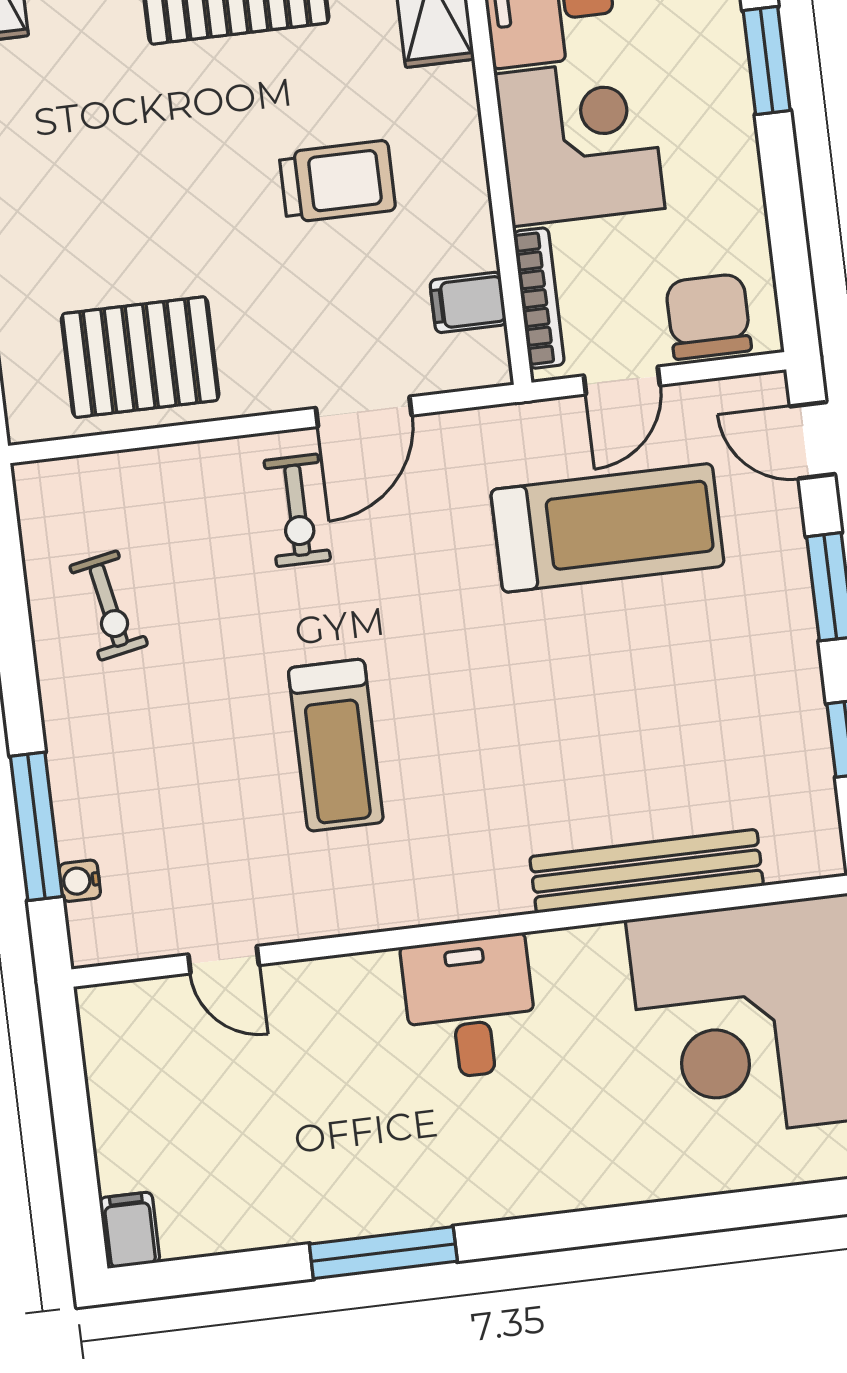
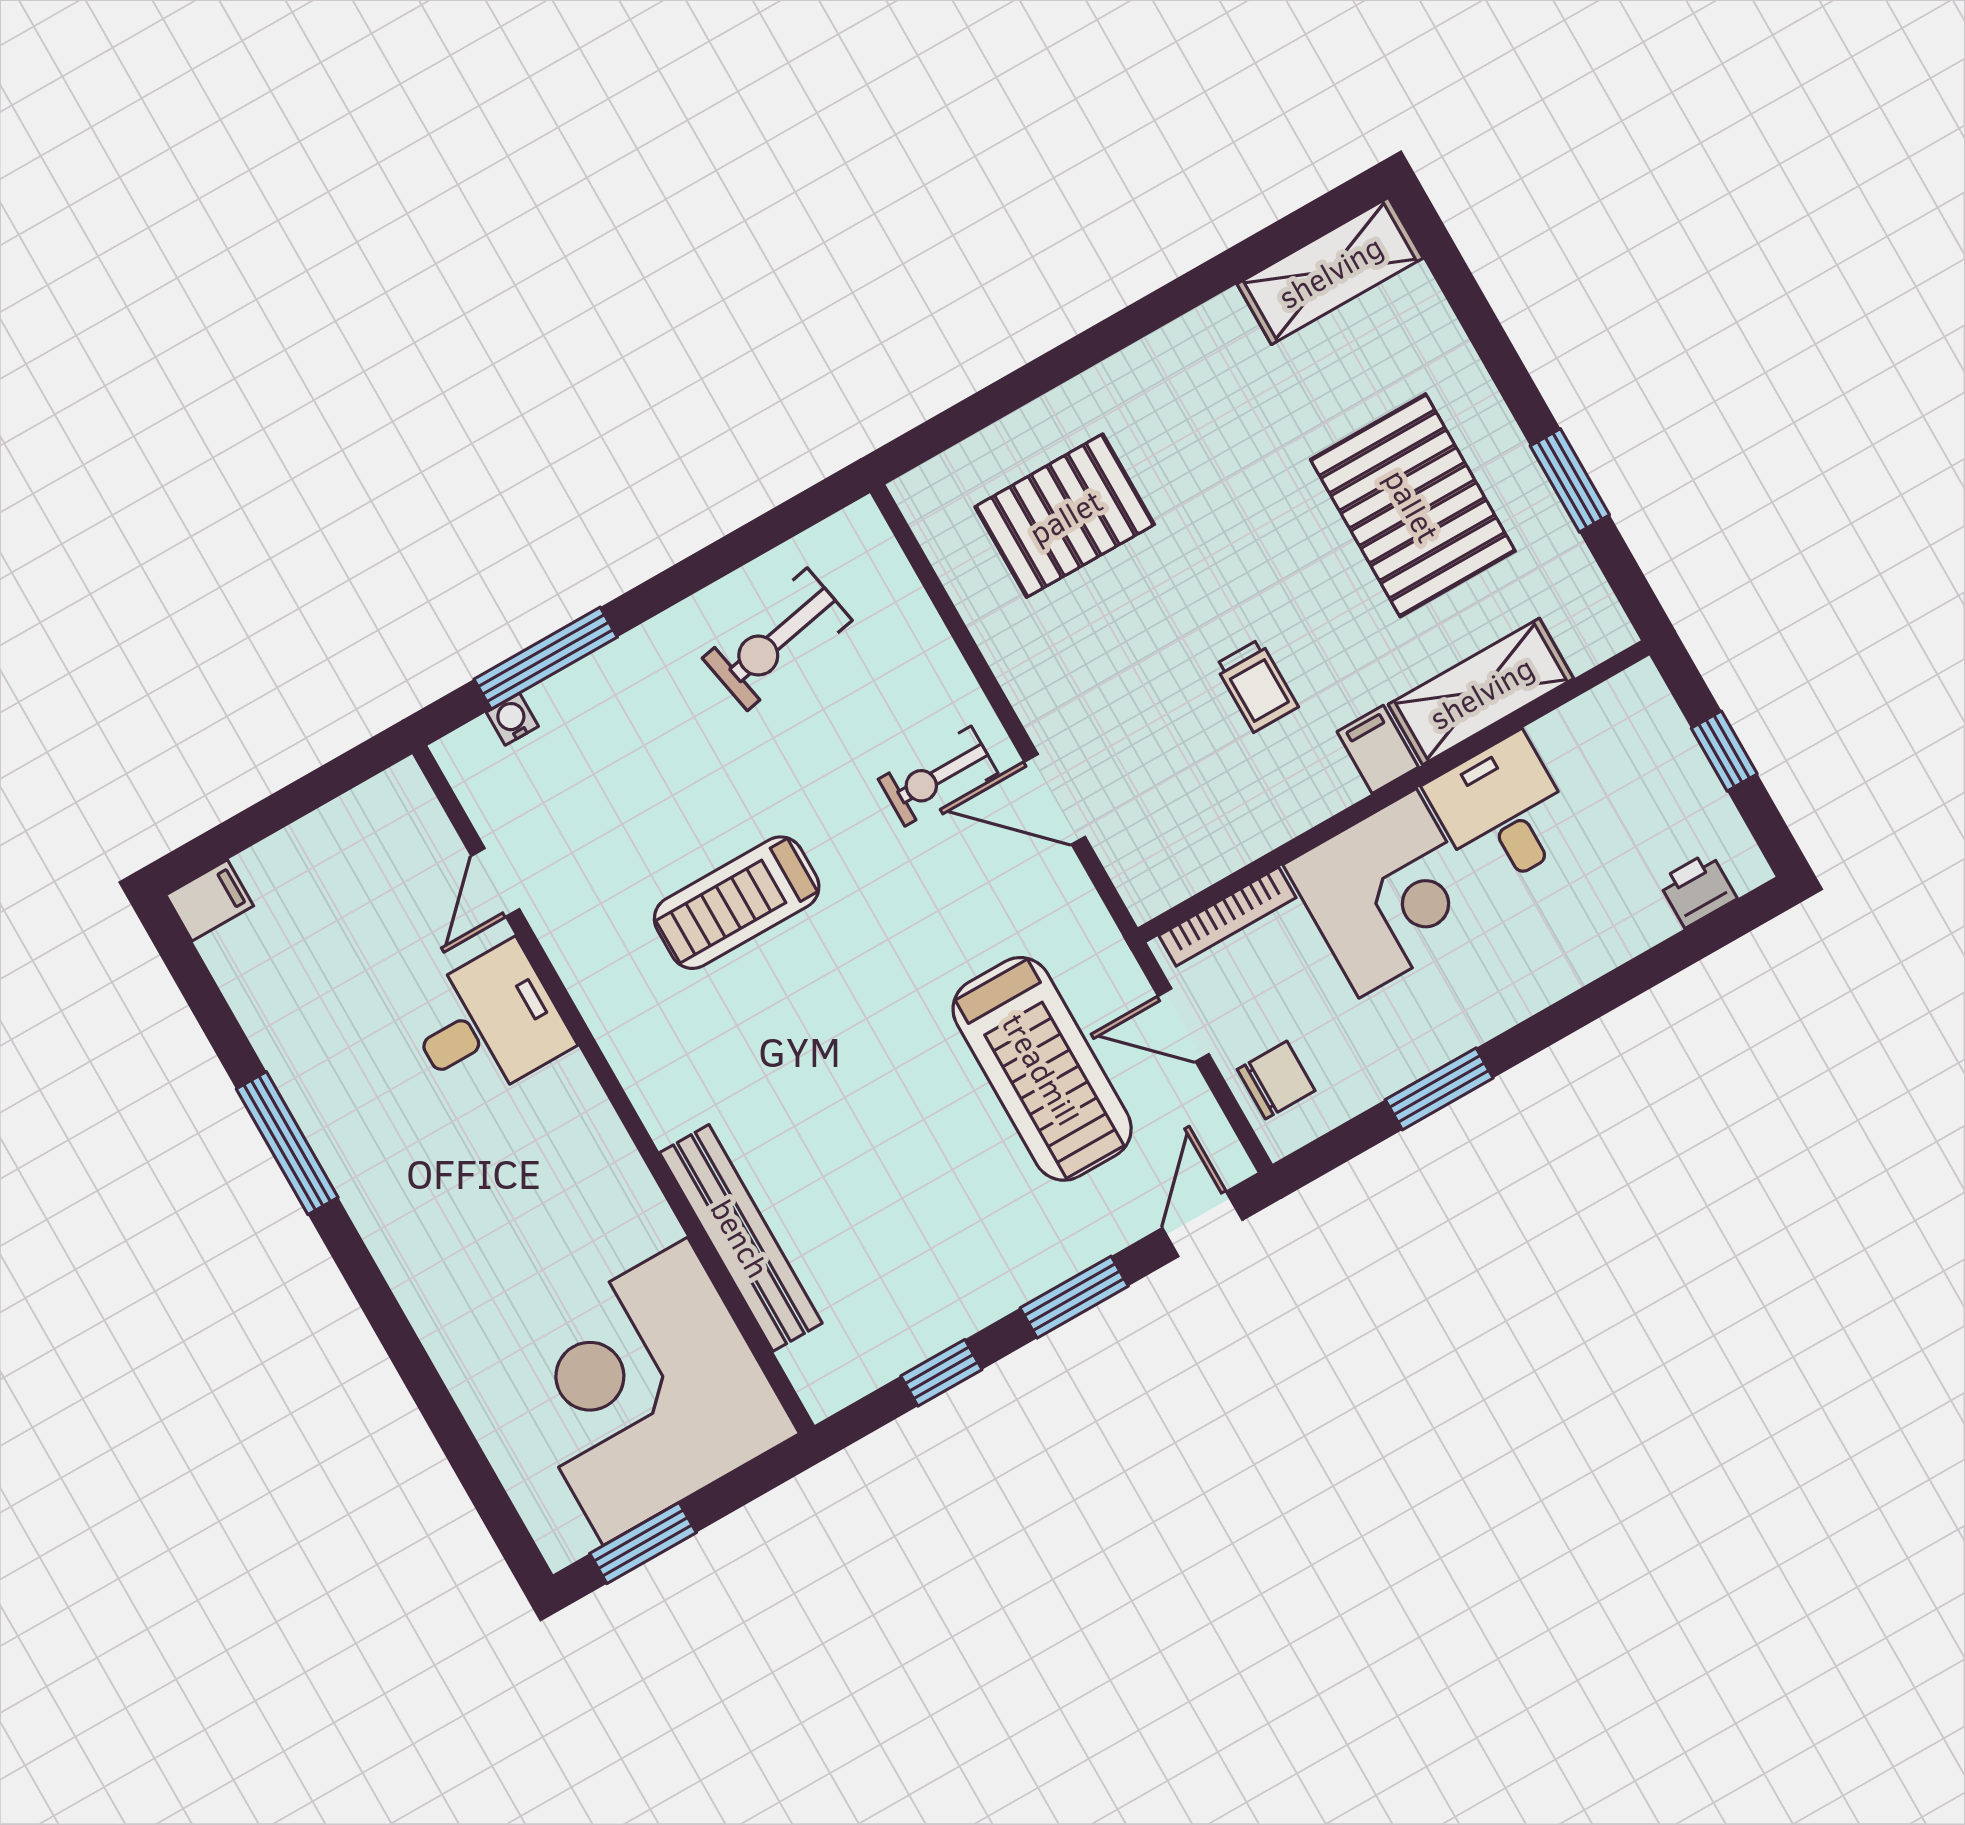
window: (767, 60) -> (1439, 1089), moved
trolley: (337, 182) -> (1257, 686), width x0.73, depth x0.72
filing cabinet: (468, 302) -> (1378, 749), moved
chair: (708, 316) -> (1276, 1080), width x0.73, depth x0.73
pallet: (140, 357) -> (1065, 516), moved, turned 90
exercise bike: (109, 606) -> (777, 639), width x1.38, depth x1.39
desk: (470, 1007) -> (488, 1024), moved

